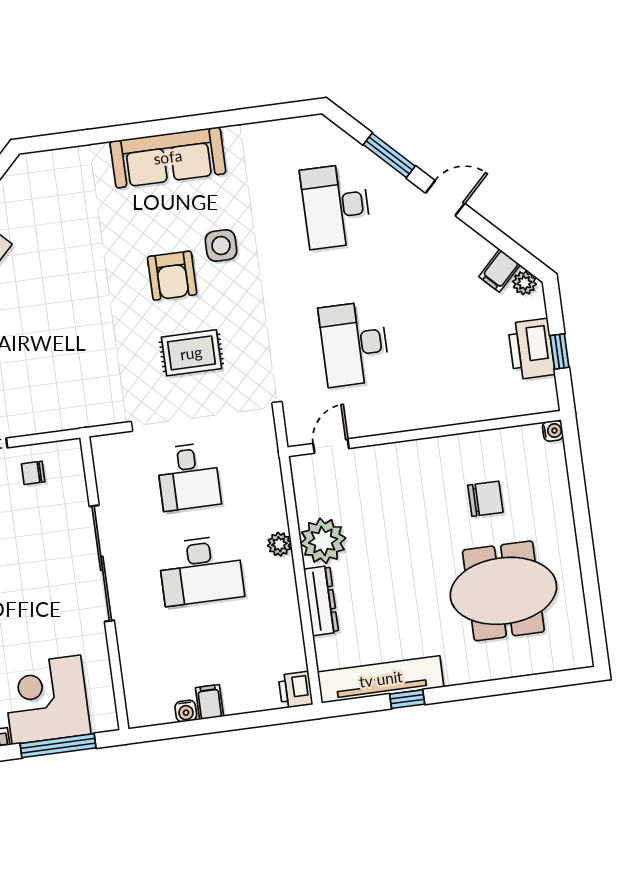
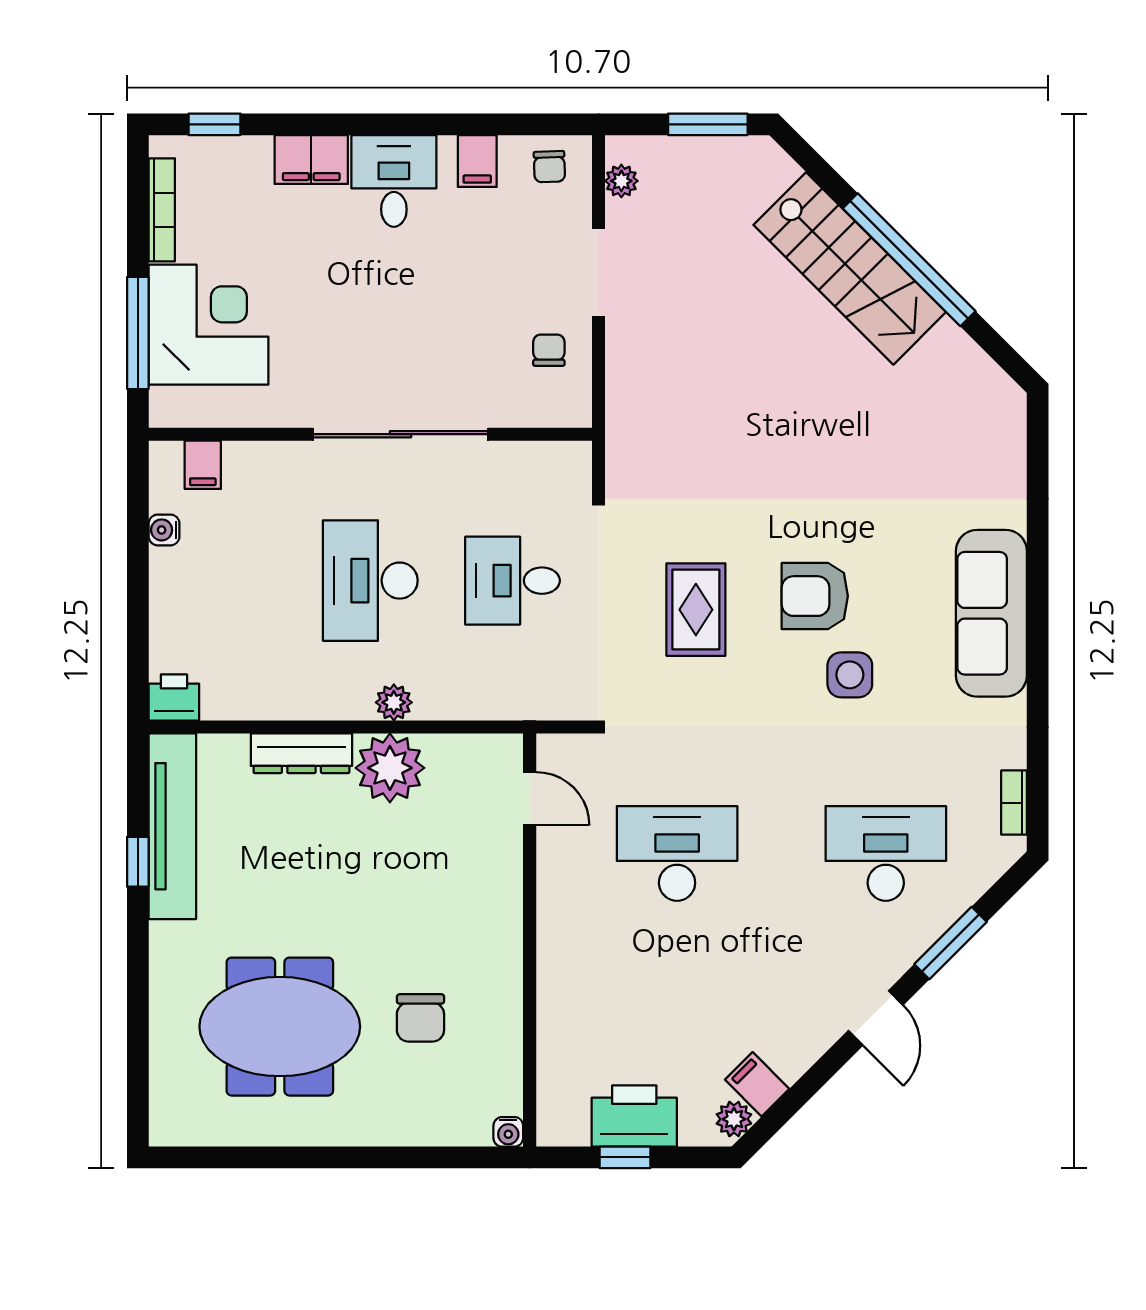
bookcase: (291, 126) -> (1014, 803), added
meeting table: (503, 591) -> (280, 1027), turned 90
filing cabinet: (209, 702) -> (203, 465), moved, turned 90

